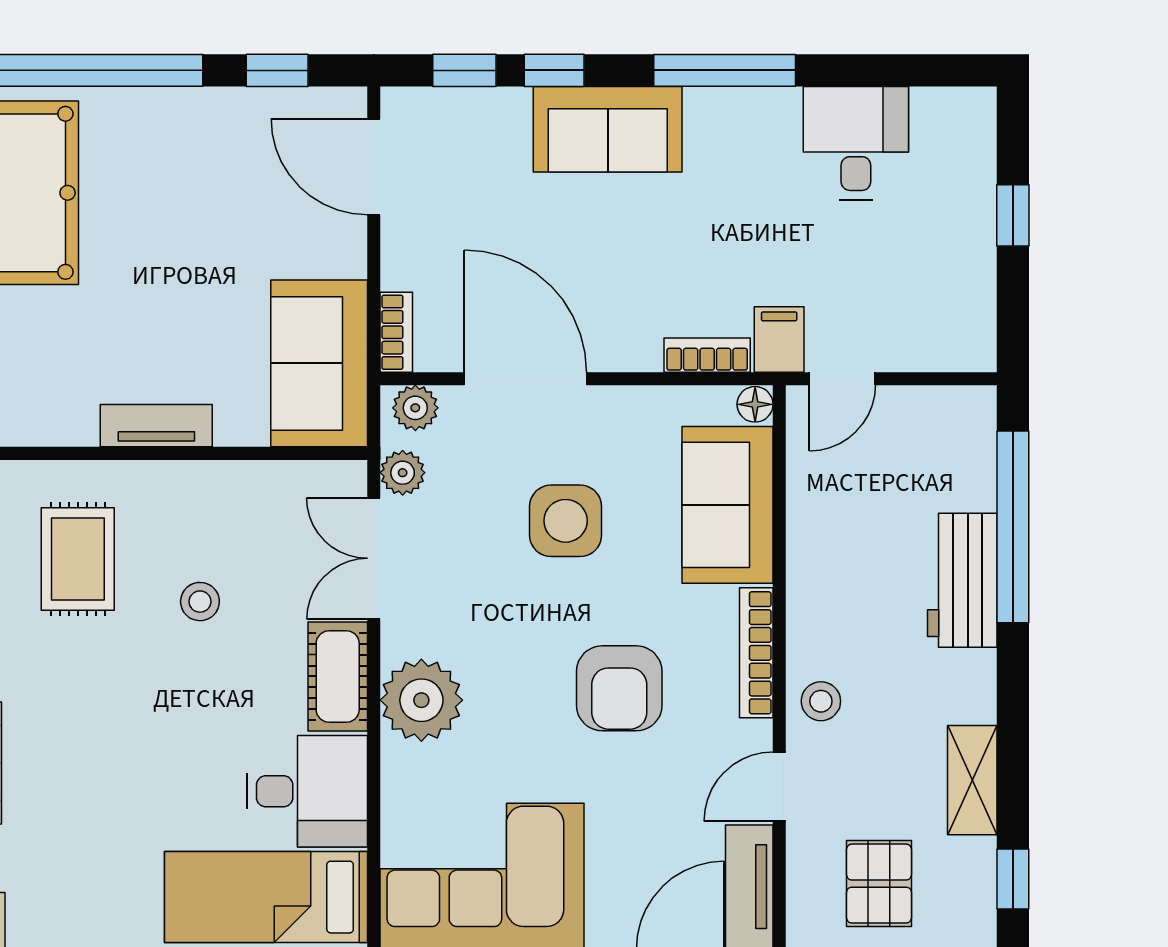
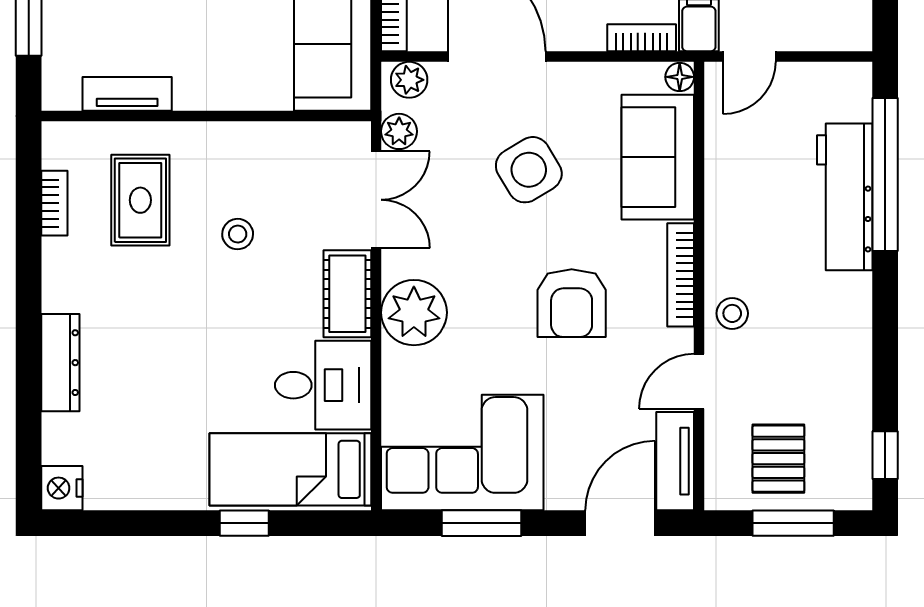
tv unit: (156, 426) -> (127, 94), moved
side table: (566, 521) -> (529, 170), turned -31
double door: (374, 558) -> (376, 200), swing flipped
workbench: (962, 580) -> (845, 197), width x1.38
shelving: (972, 780) -> (853, 376), removed

